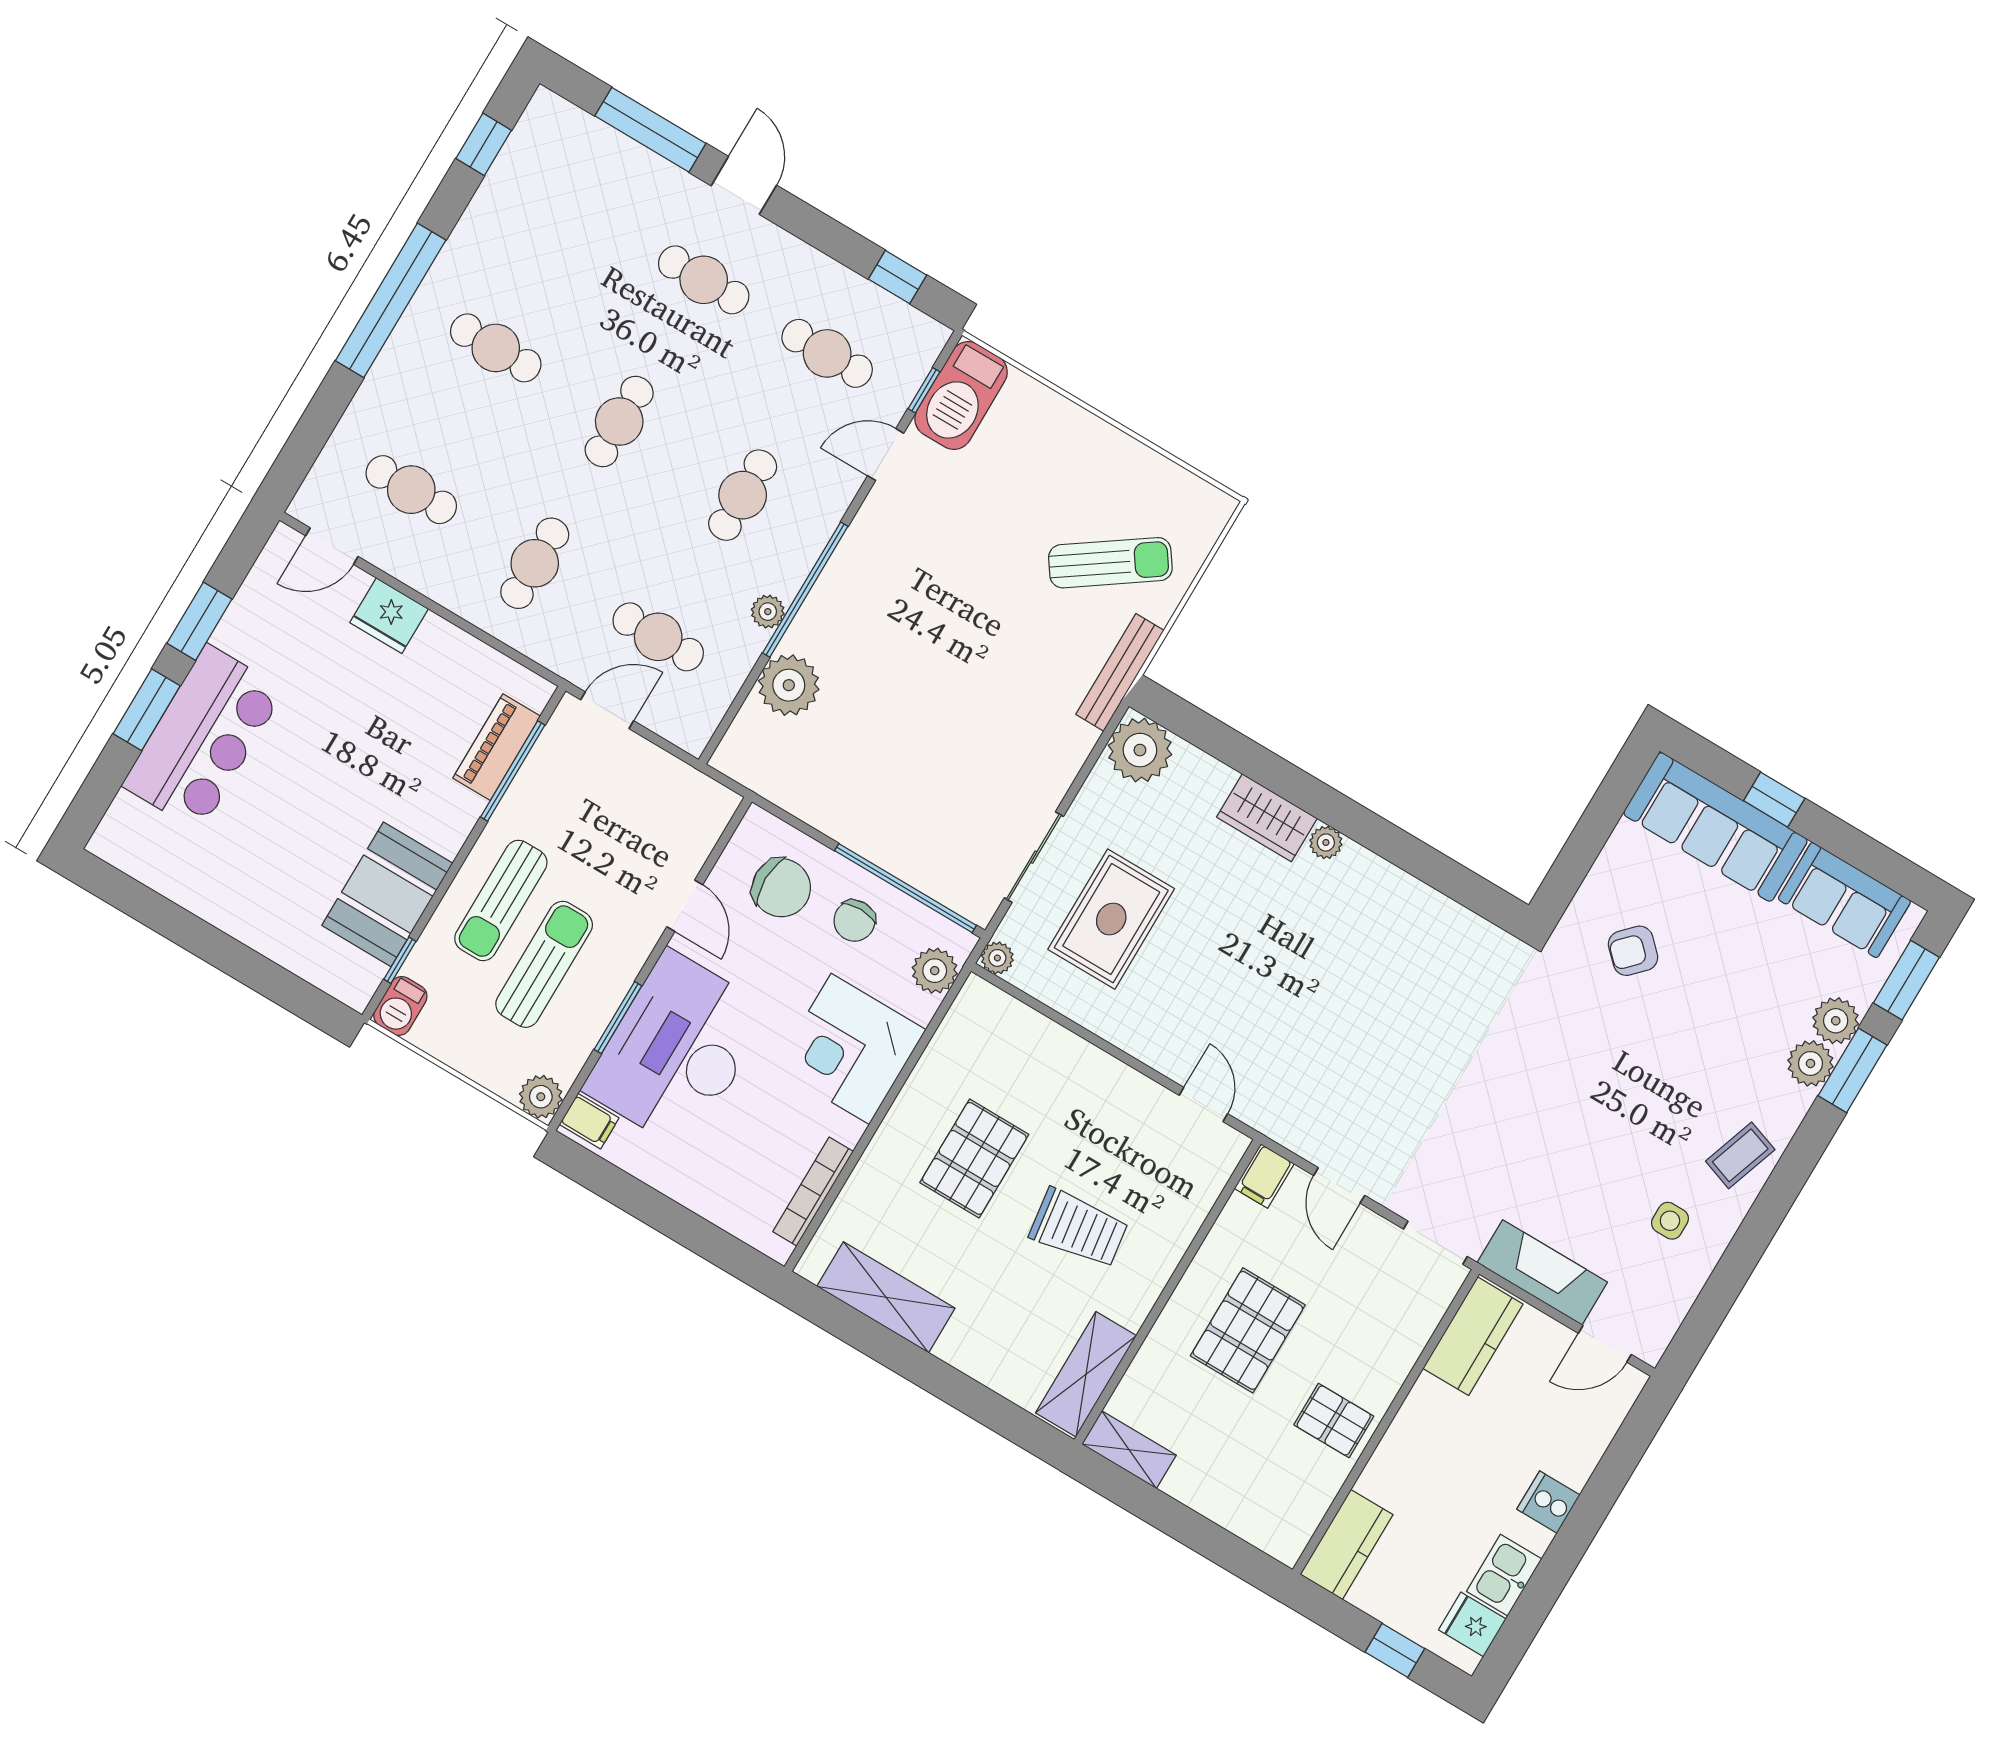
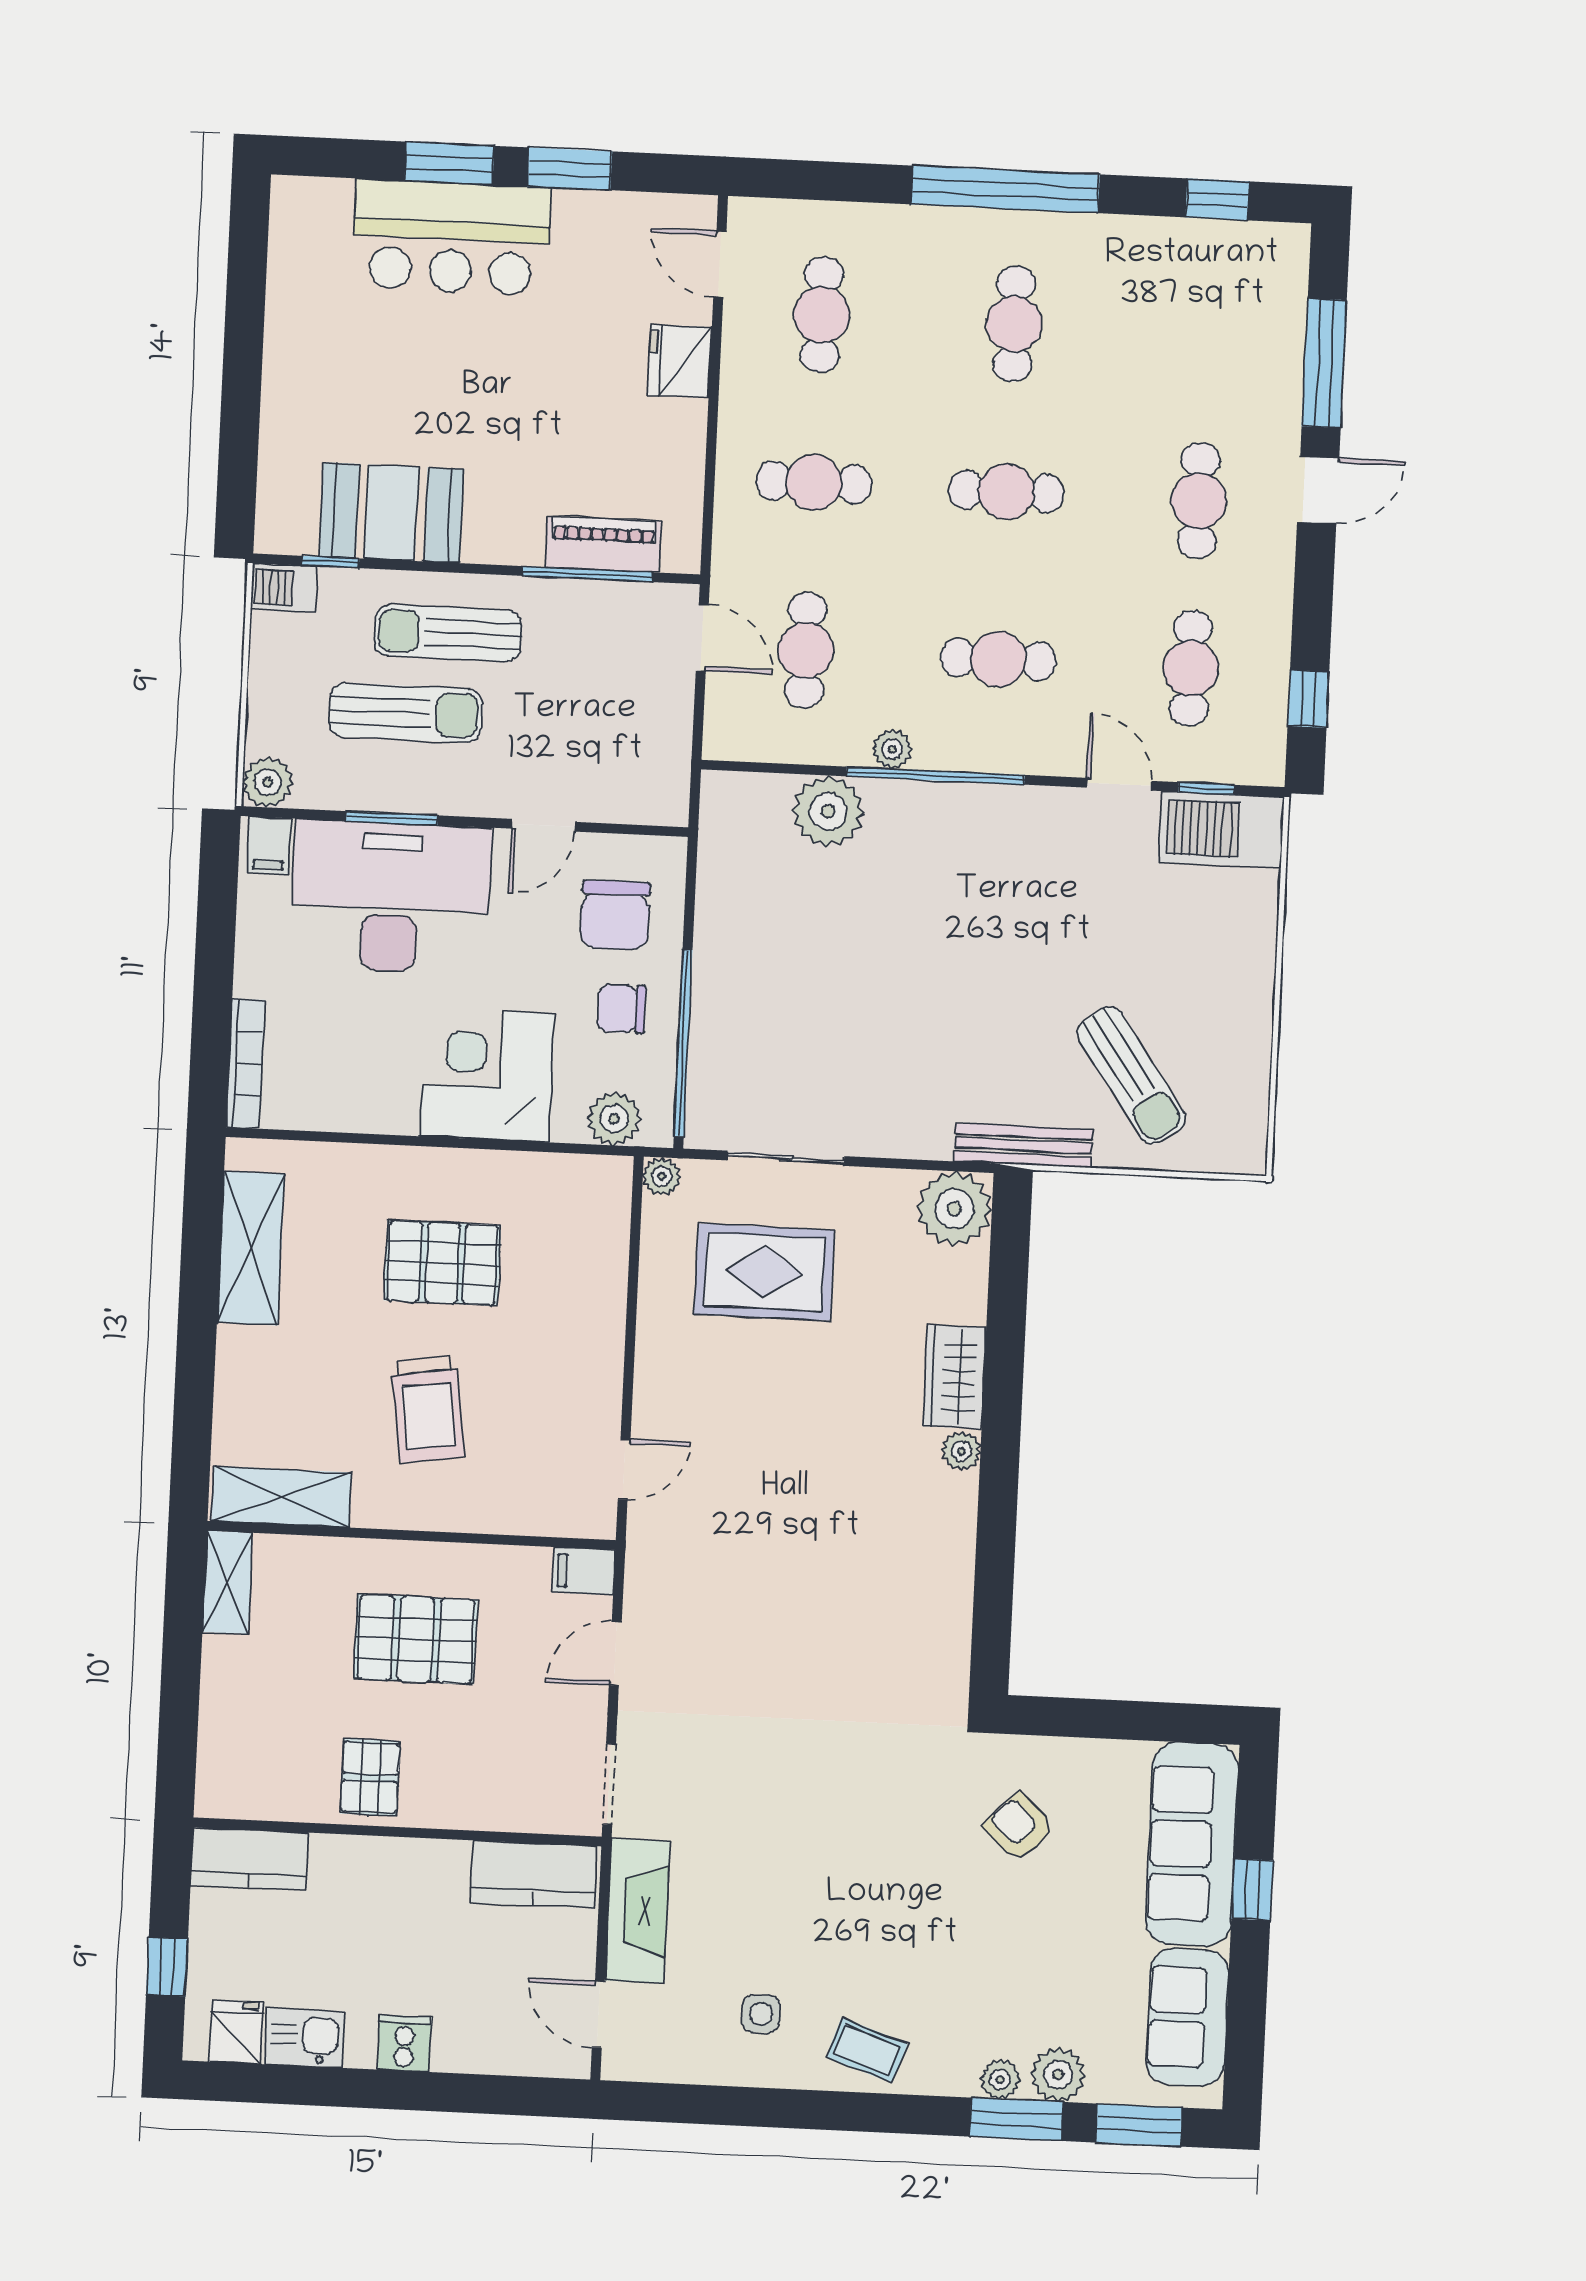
plant: (1810, 1063) -> (1000, 2079), width x0.73, depth x0.73
bookcase: (813, 1192) -> (246, 1063), moved, turned 90

